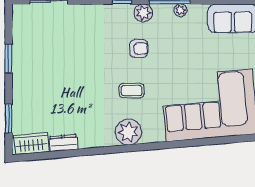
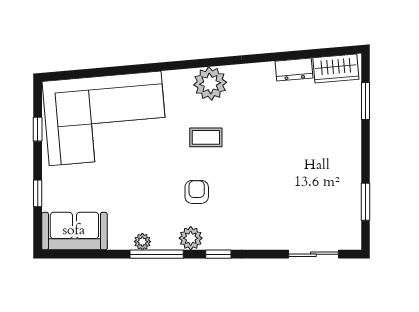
armchair: (139, 48) -> (197, 192), turned 90
window: (9, 59) -> (366, 202), moved

